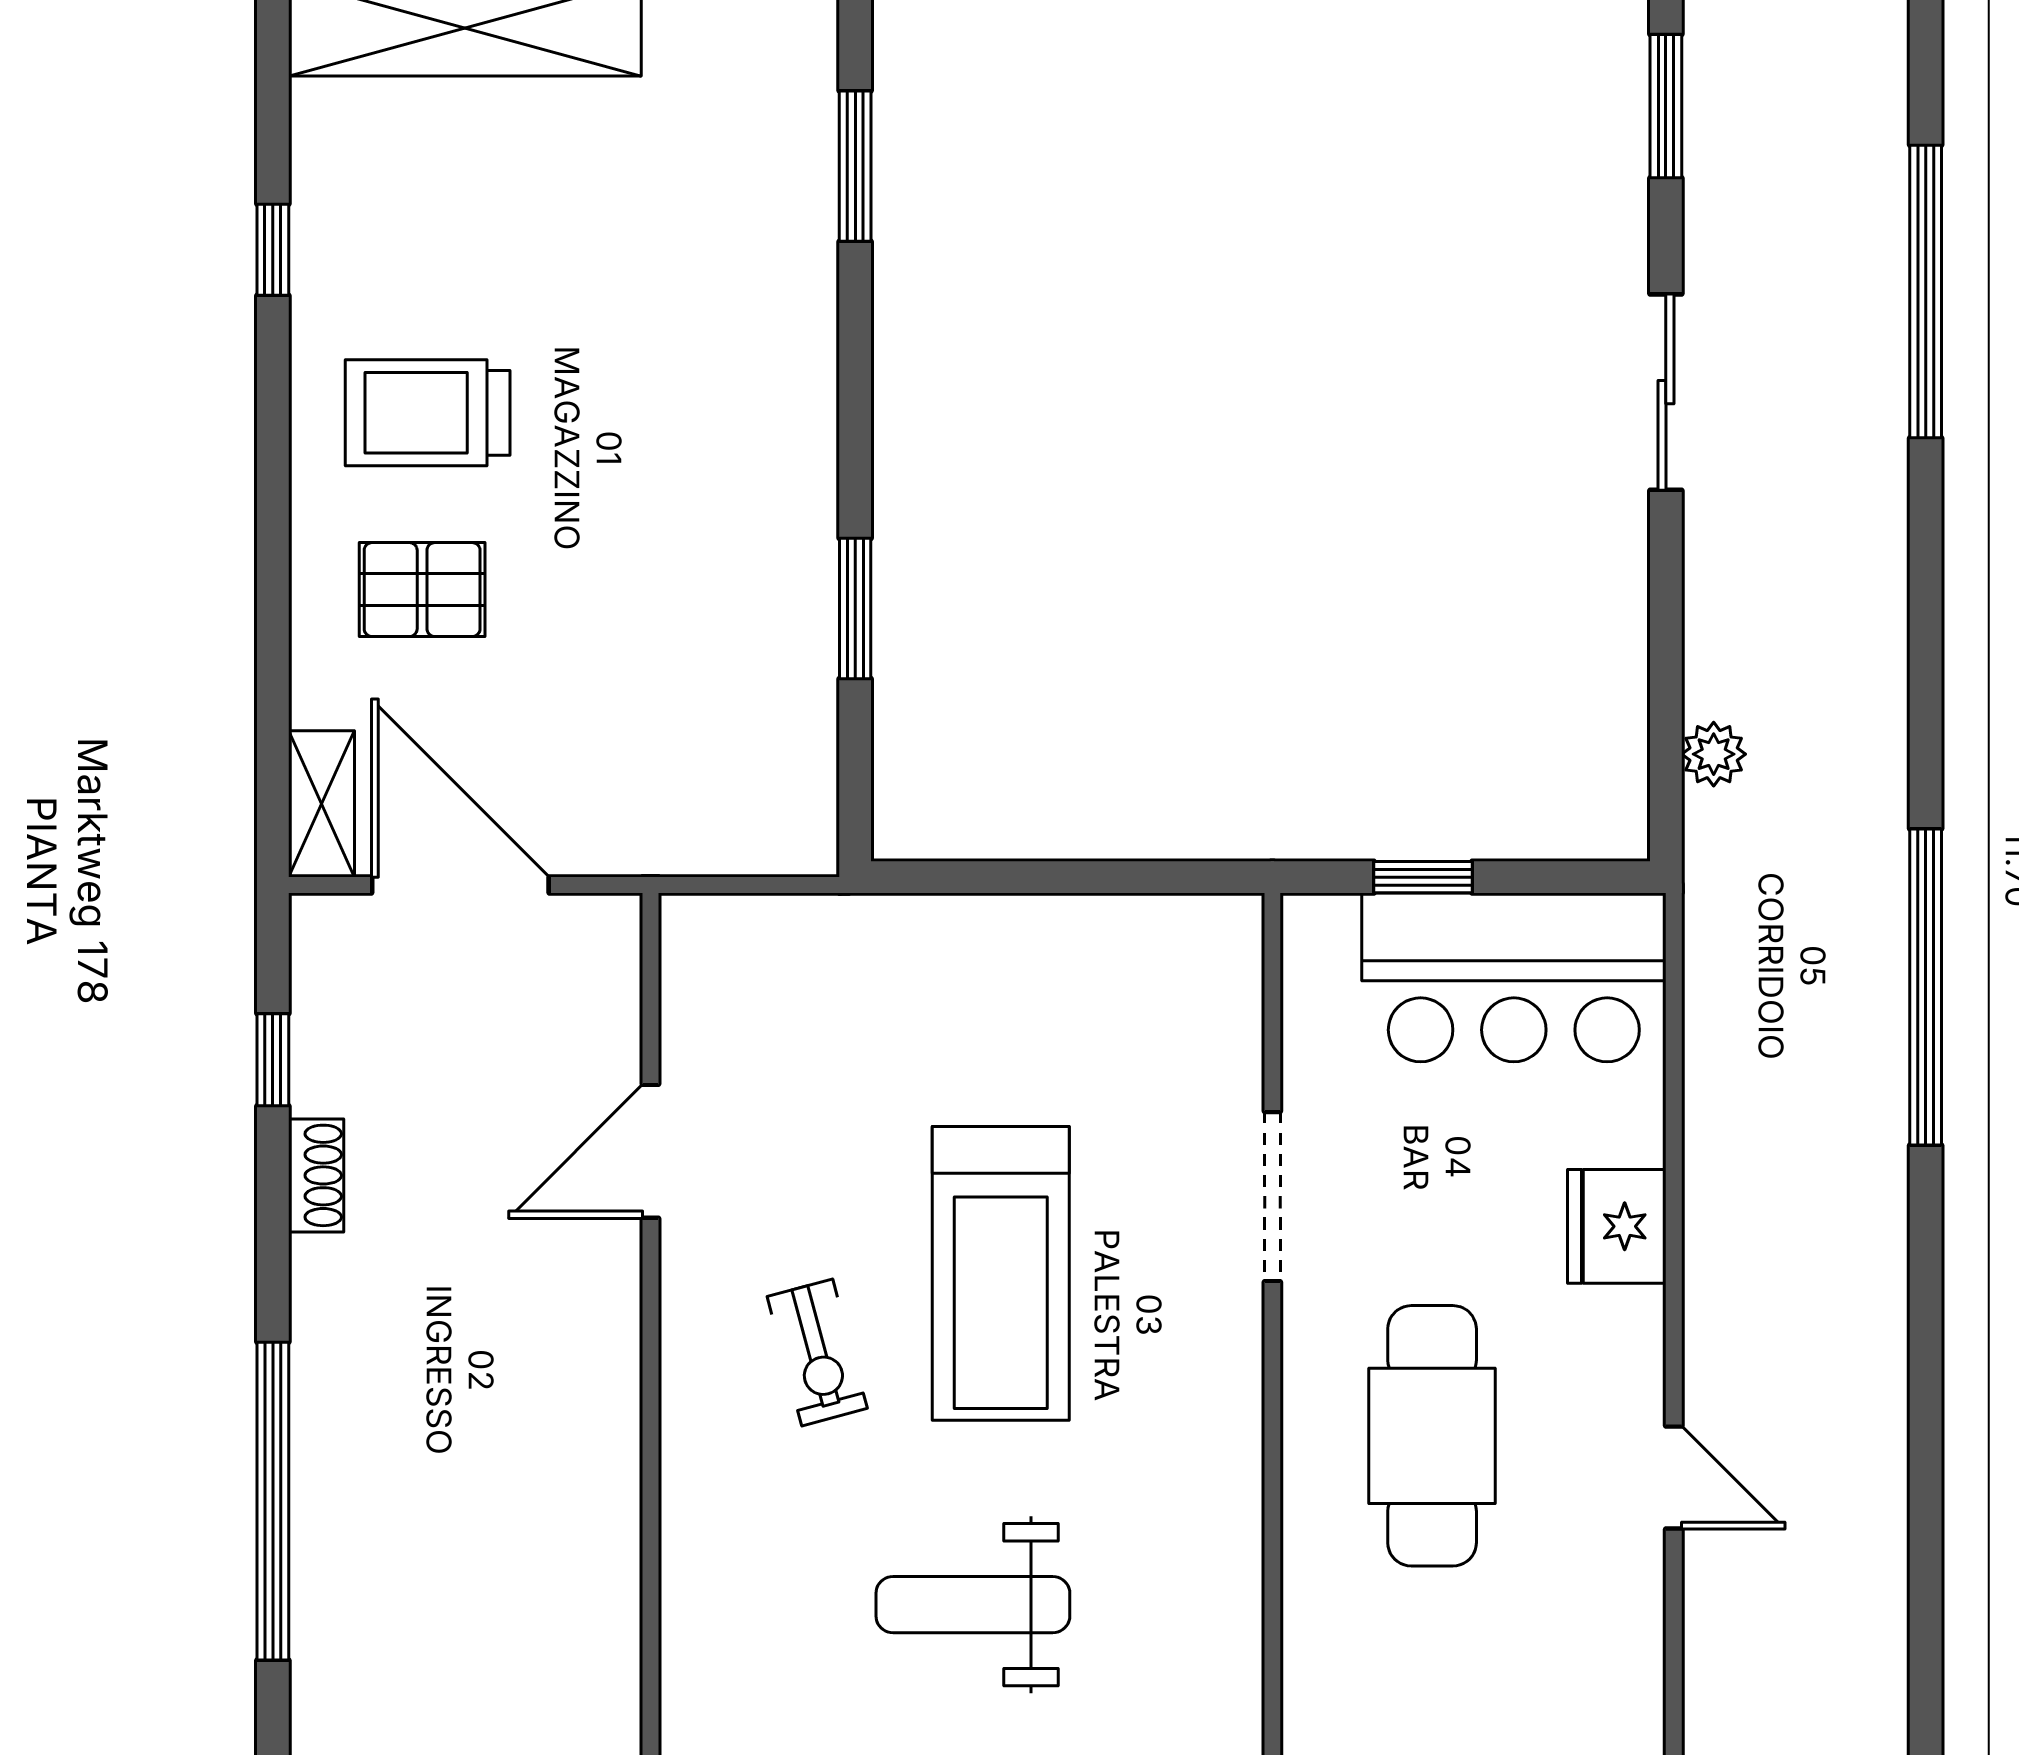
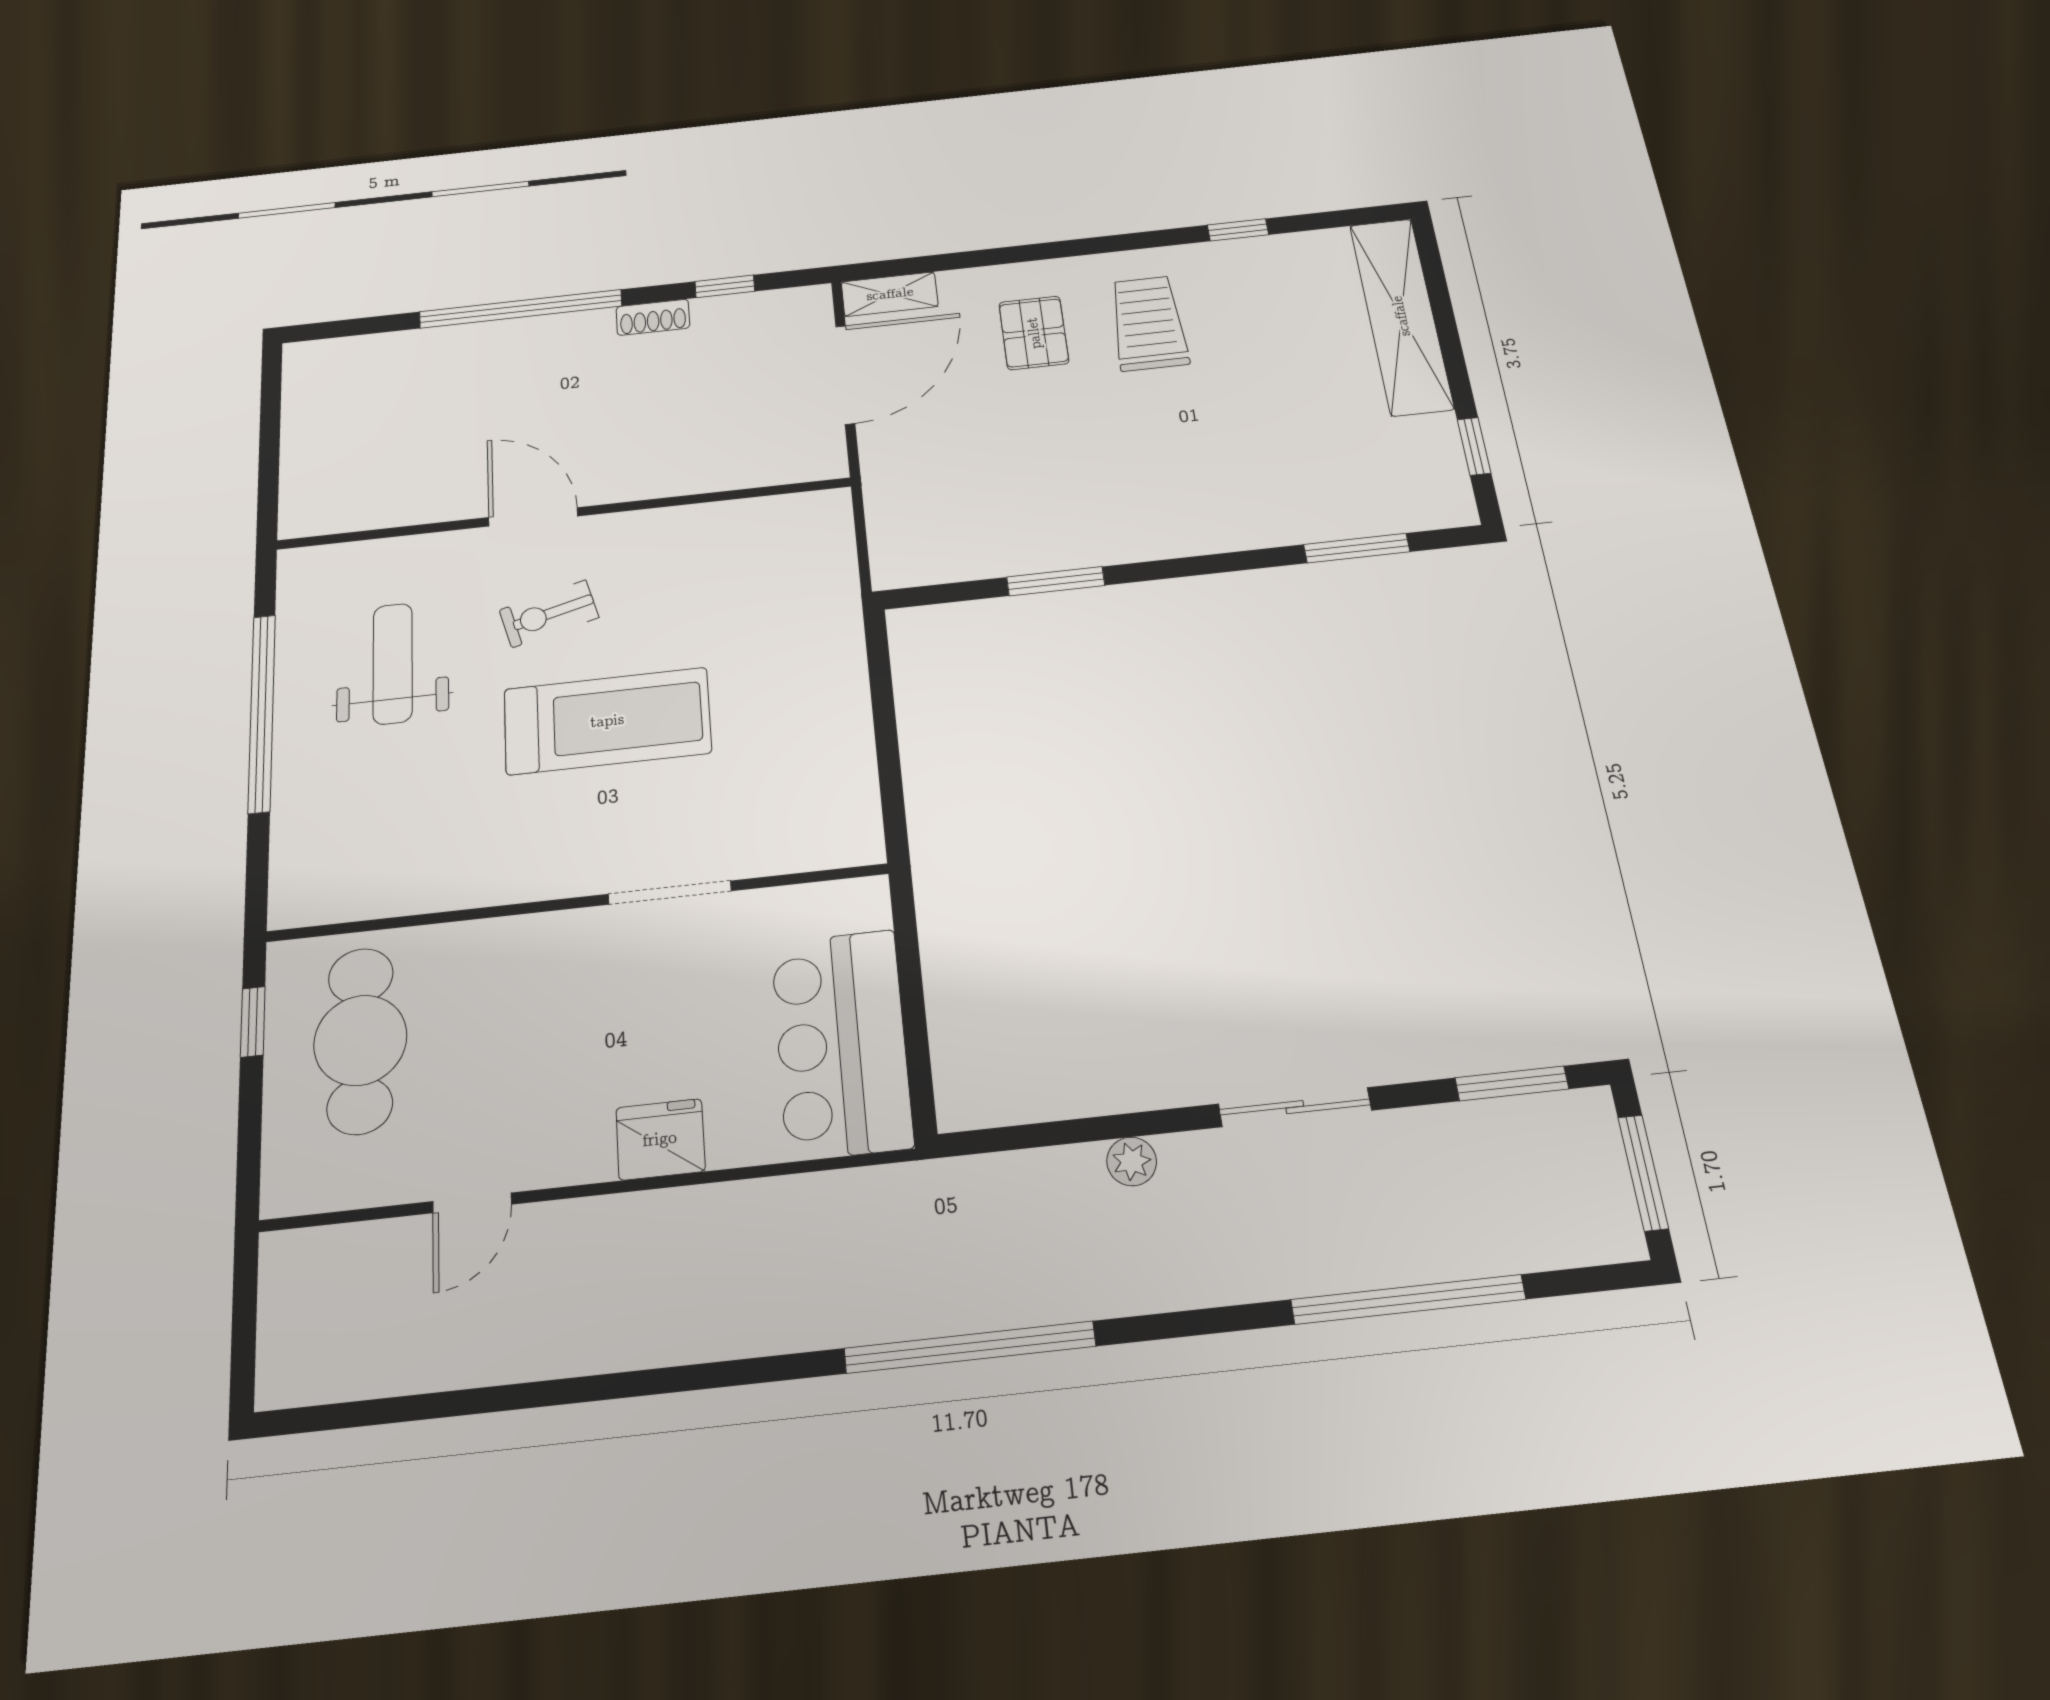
plant: (1714, 754) -> (1132, 1161), moved
window: (1423, 877) -> (909, 971), removed
window: (1926, 987) -> (970, 1347), moved
door: (651, 1151) -> (533, 517), moved
treadmill: (1001, 1273) -> (607, 721), turned 180
cafe table: (1432, 1436) -> (360, 1040), moved, turned 90
window: (273, 1501) -> (521, 309), moved
weight bench: (973, 1605) -> (393, 663), moved

